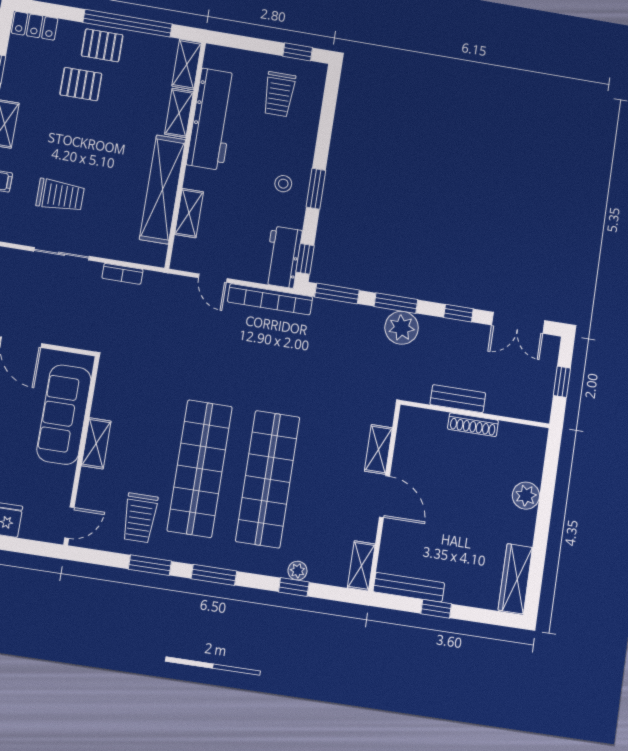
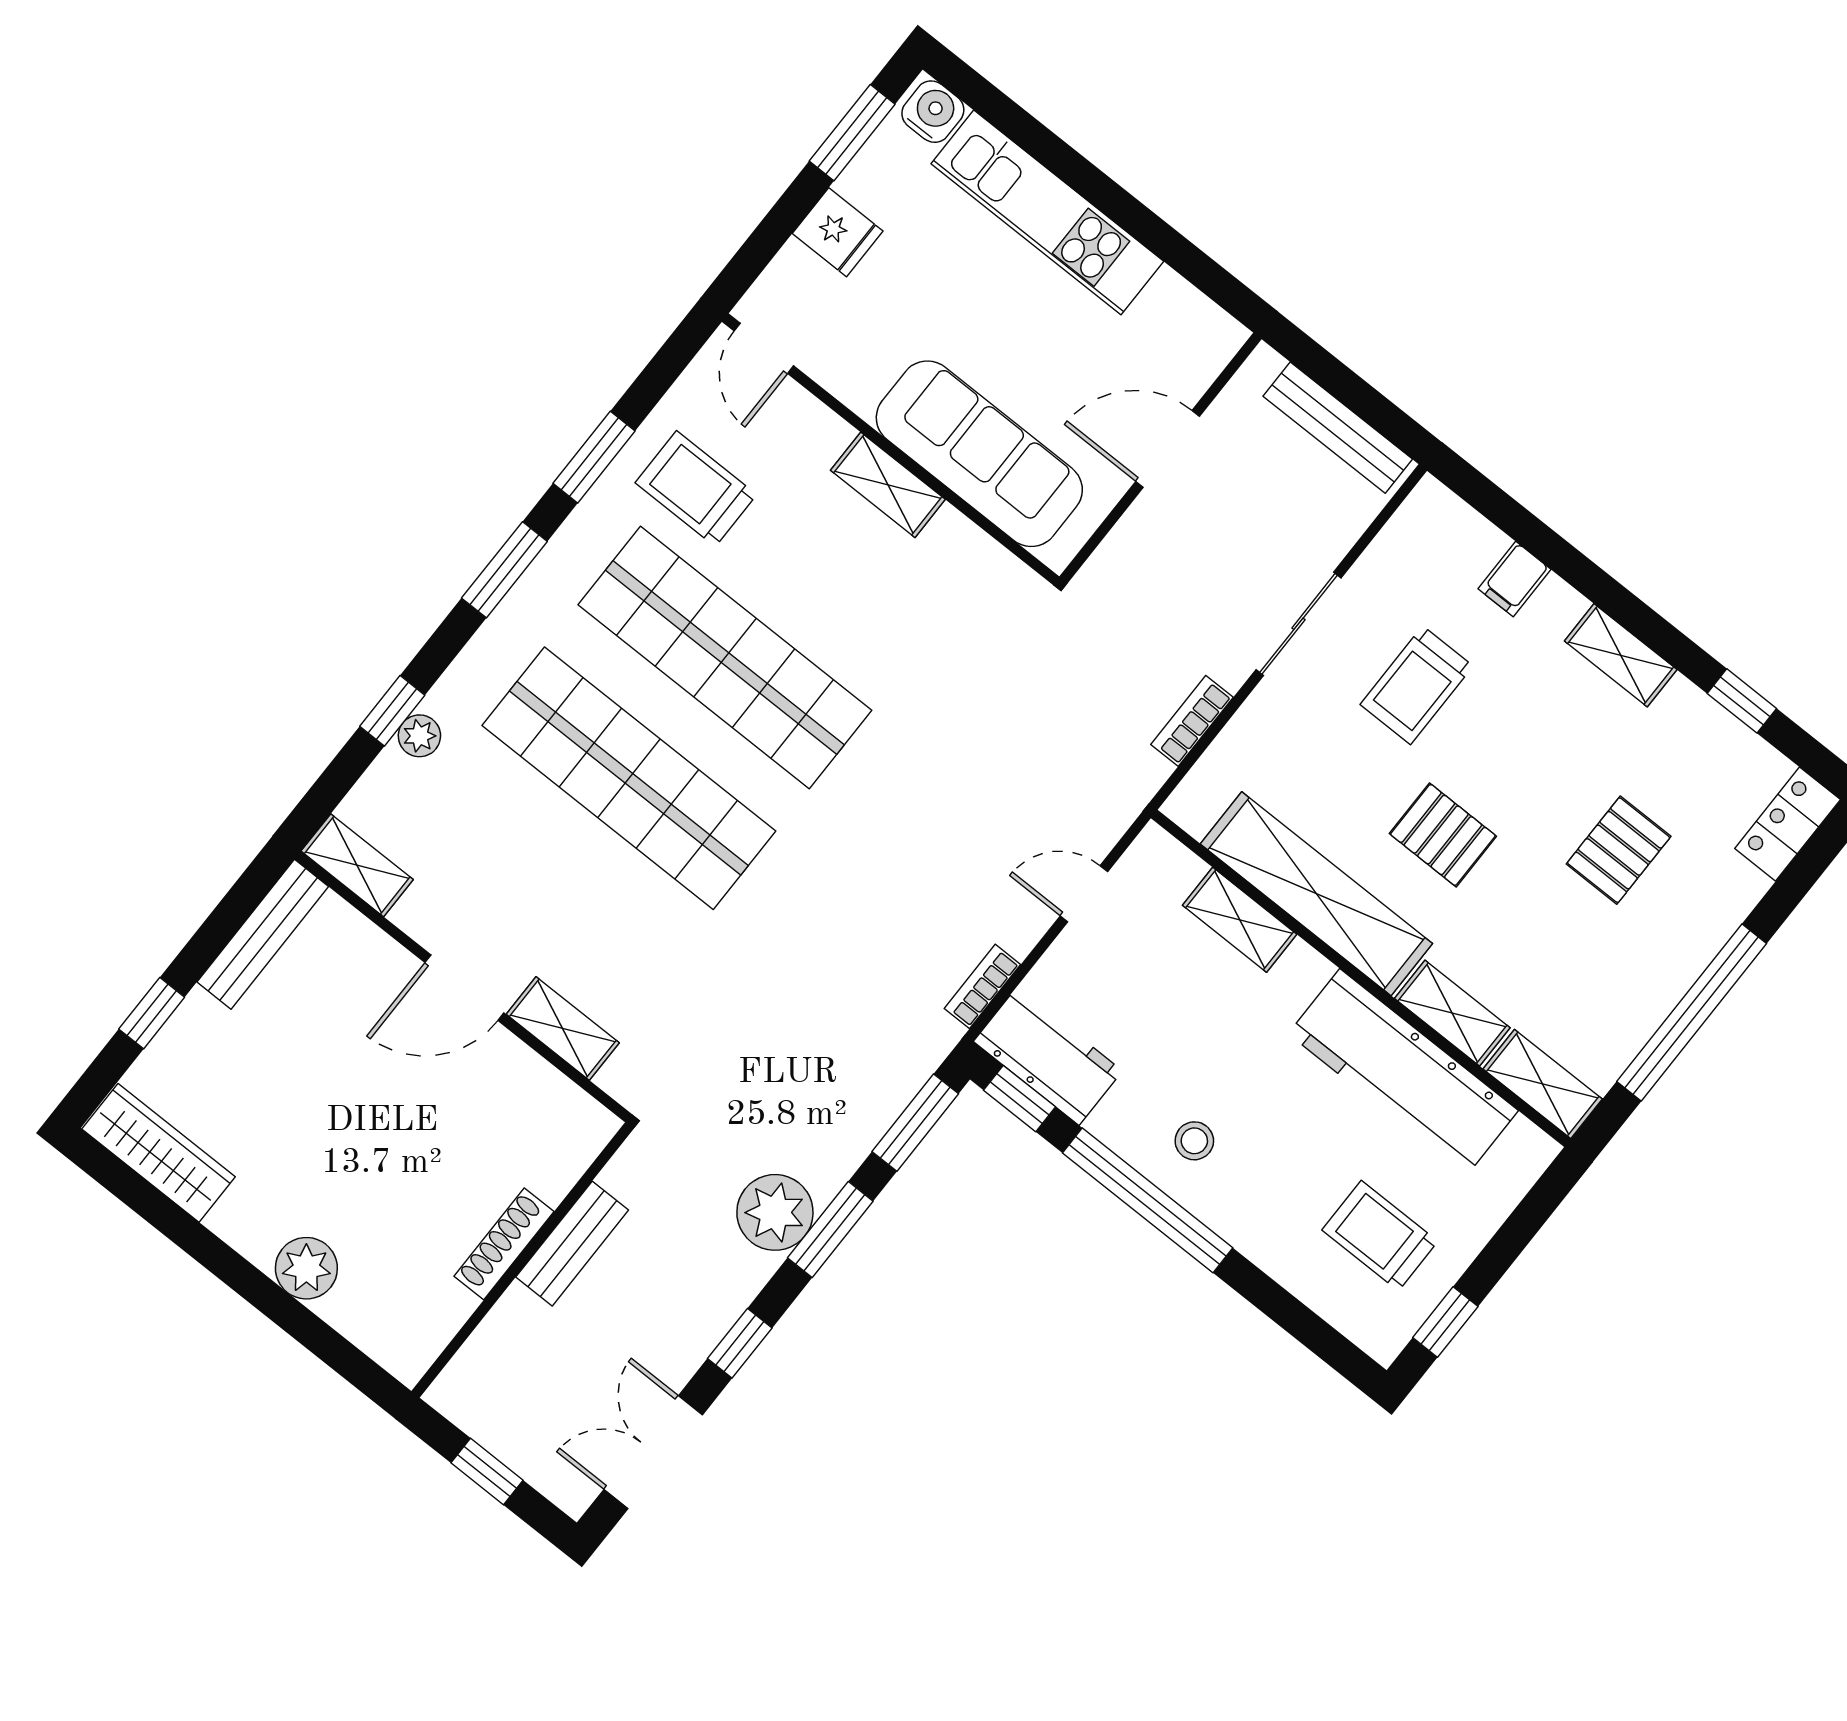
pallet: (102, 45) -> (1443, 835), moved, turned 90
window: (316, 189) -> (1148, 1200), width x2.11
bookcase: (270, 299) -> (982, 986), width x0.43, depth x0.76
window: (436, 609) -> (152, 1013), moved

